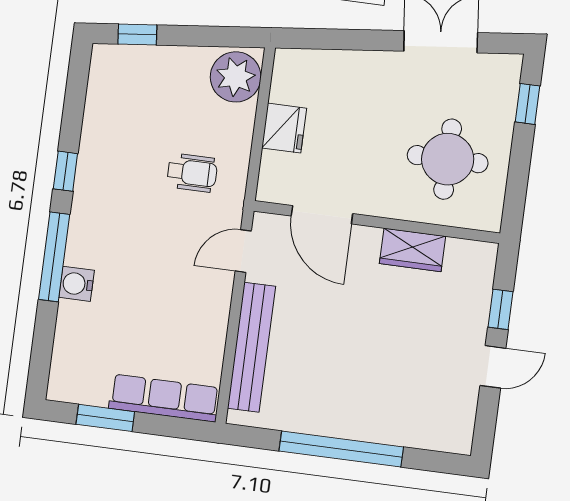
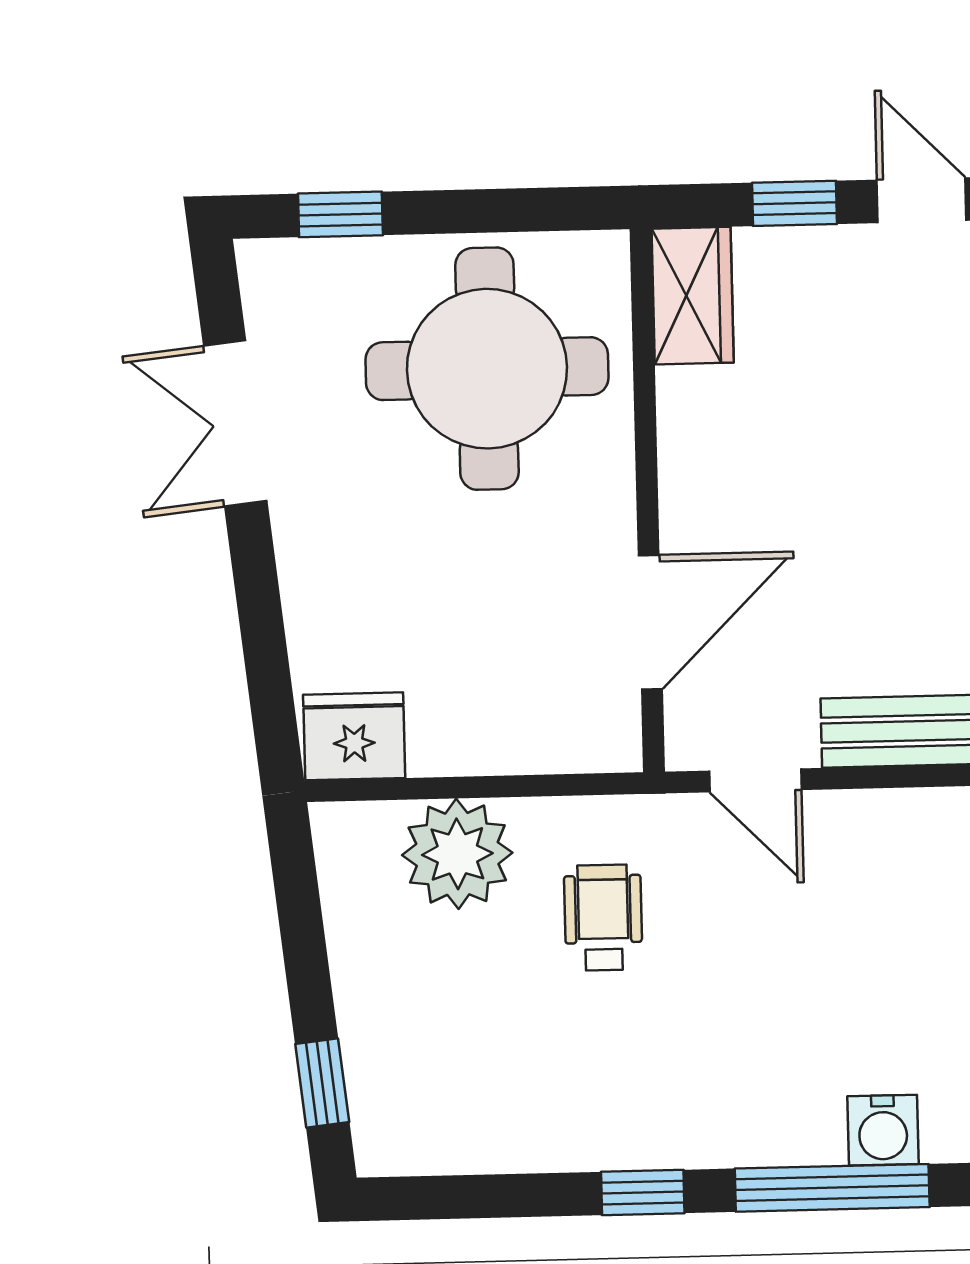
plant: (236, 77) -> (457, 854), moved
fridge: (284, 128) -> (354, 736), moved
round table: (448, 159) -> (487, 369), width x1.36, depth x1.36
wardrobe: (413, 250) -> (693, 296), moved

